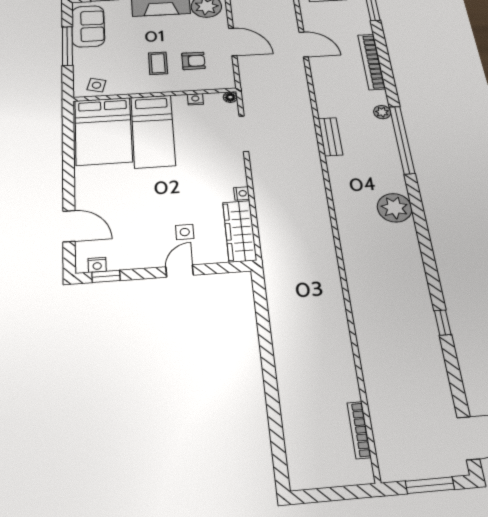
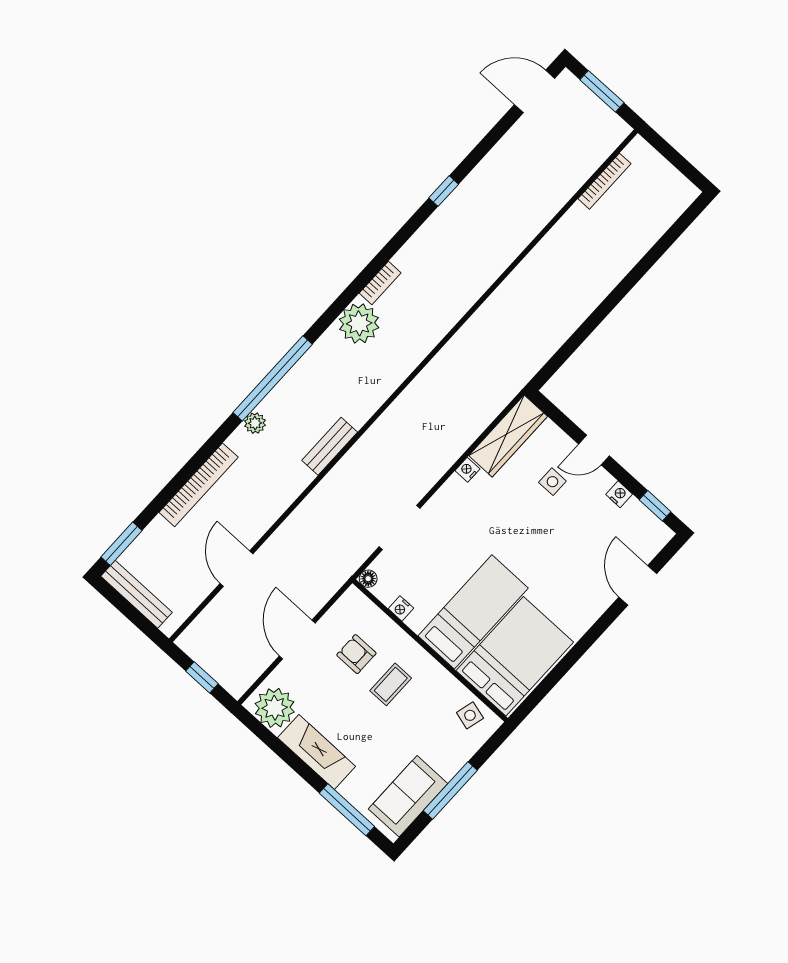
bookcase: (411, 239) -> (380, 283), added
nightstand: (97, 265) -> (619, 494), moved

